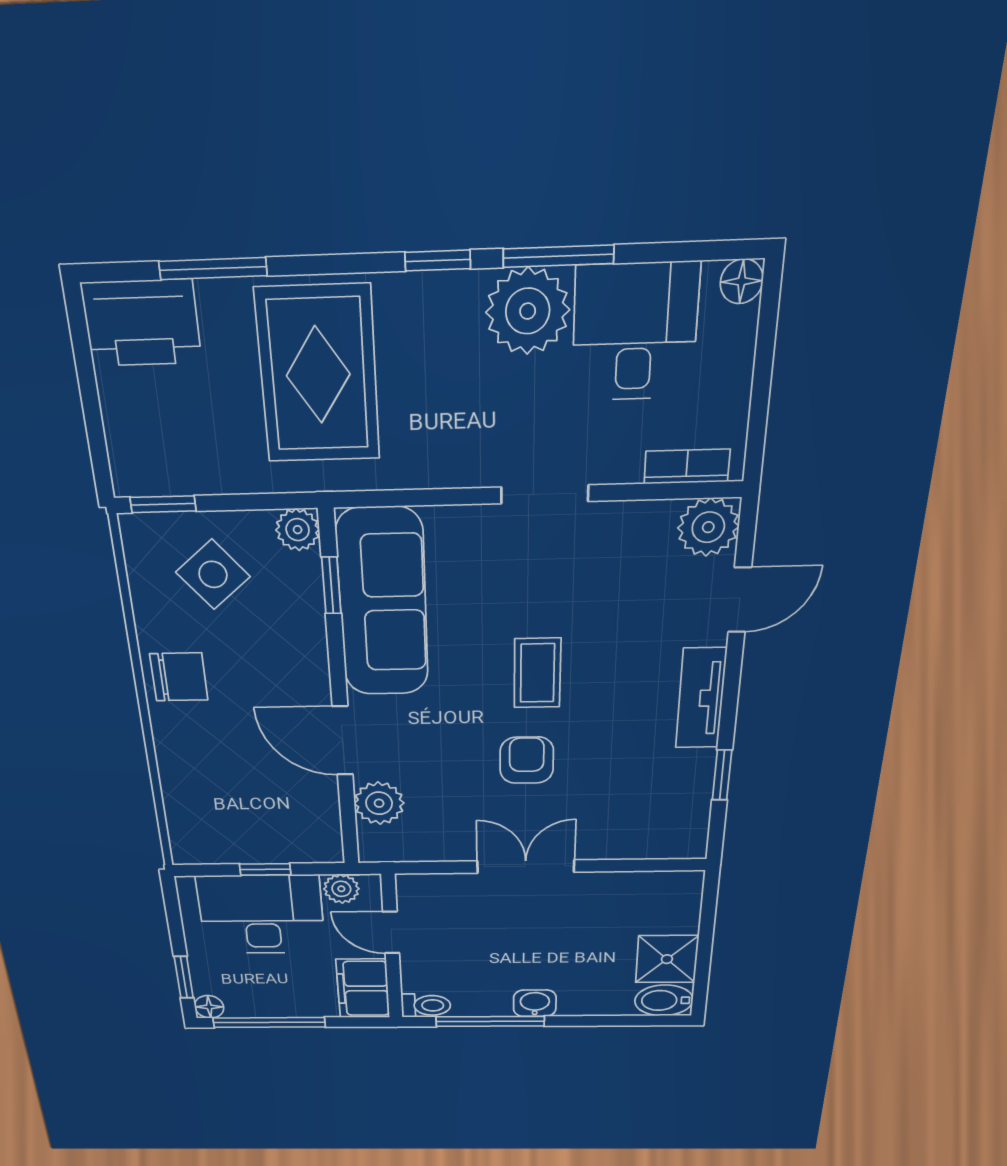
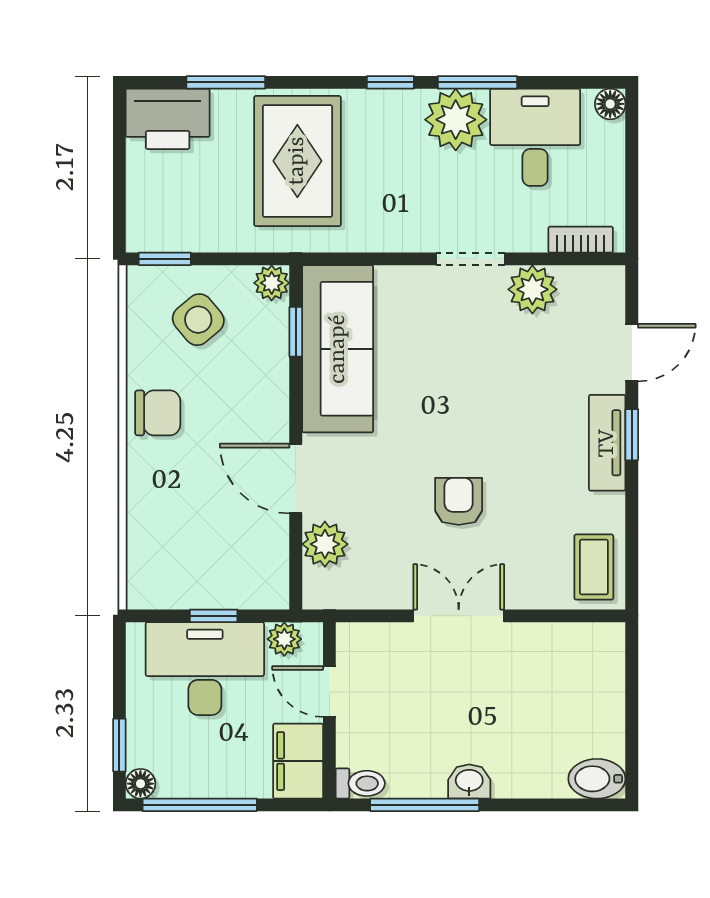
plant: (708, 527) -> (532, 289), moved
coffee table: (537, 673) -> (594, 567), moved
window: (722, 775) -> (632, 435), moved
shower: (667, 959) -> (597, 727), removed

